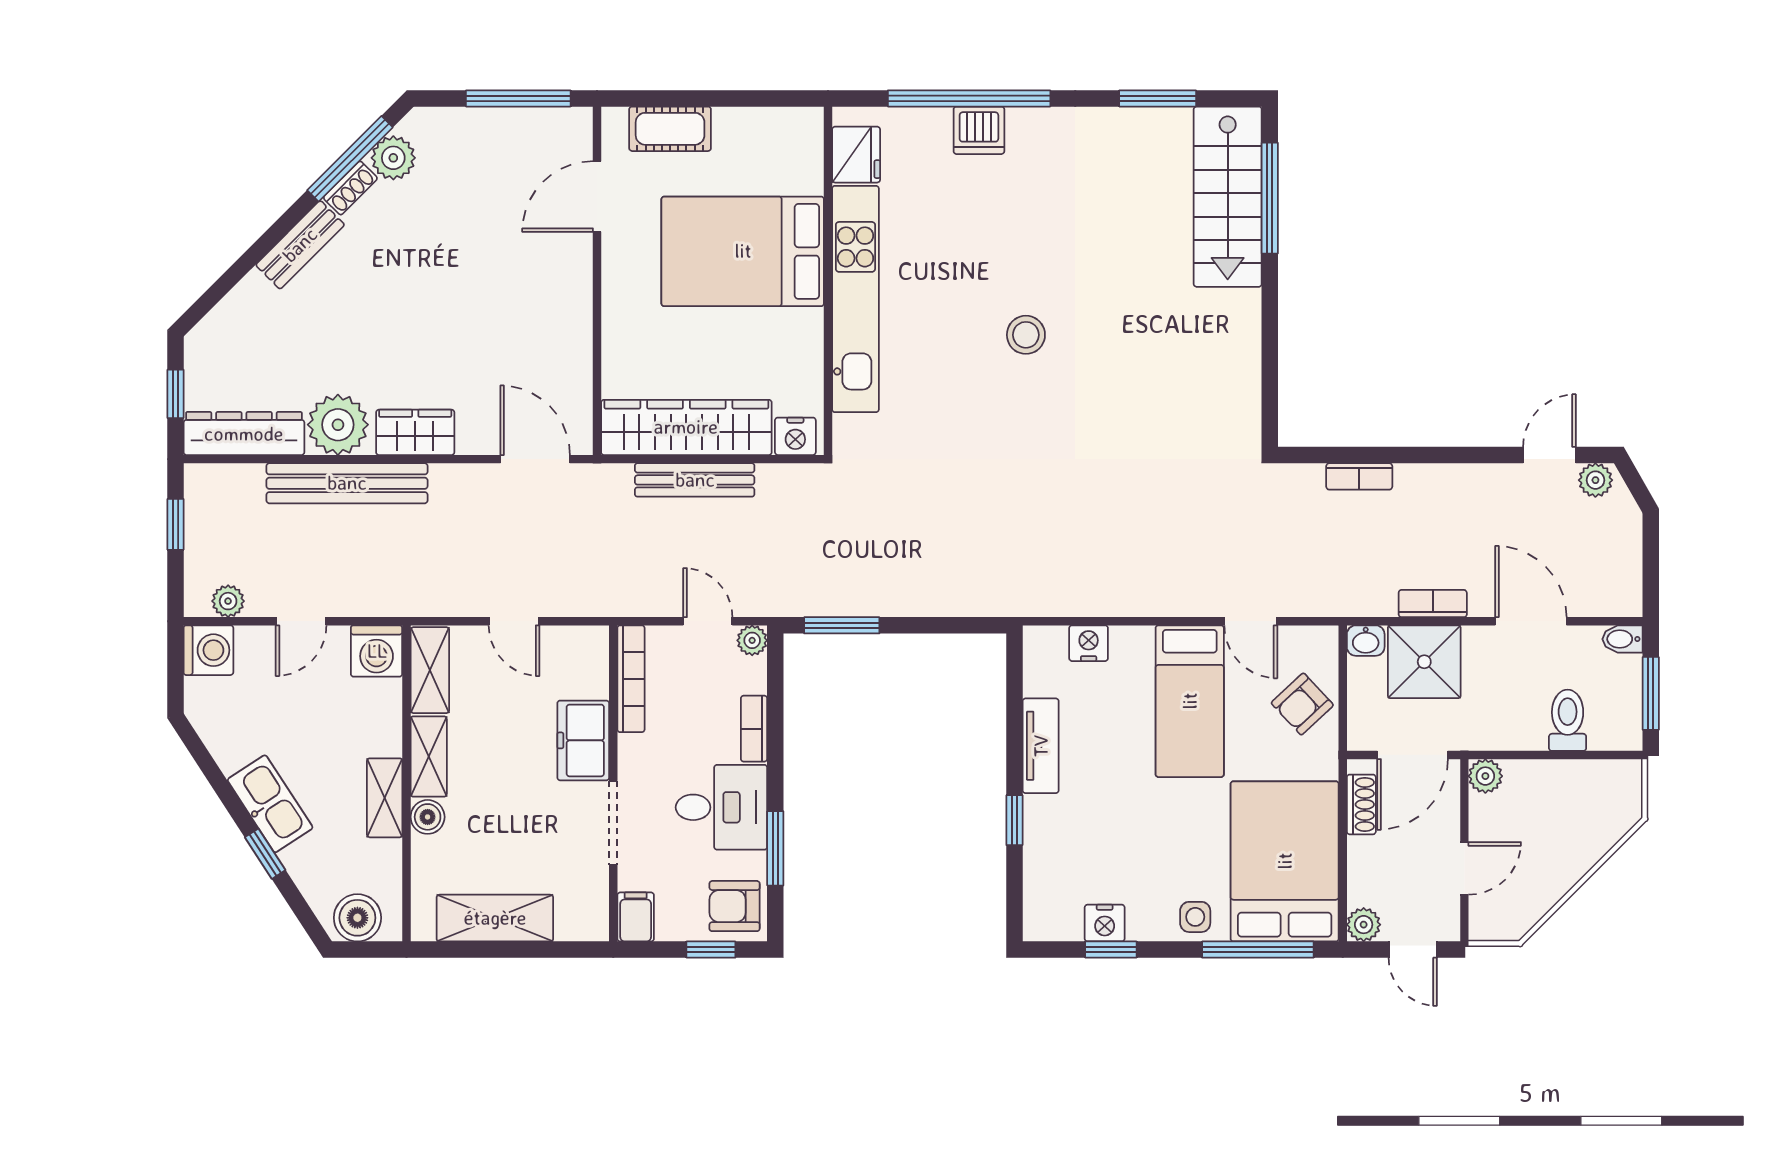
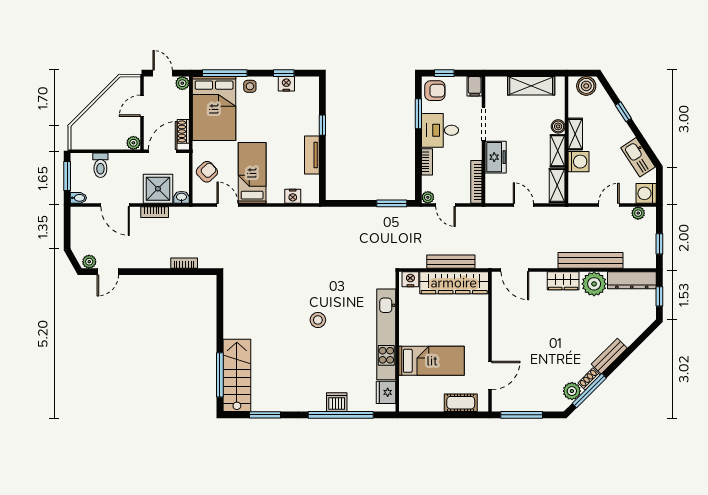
bed: (743, 251) -> (432, 361), width x0.67
washing machine: (377, 651) -> (578, 162), moved, turned 90
kitchen sink: (270, 804) -> (638, 157), moved

